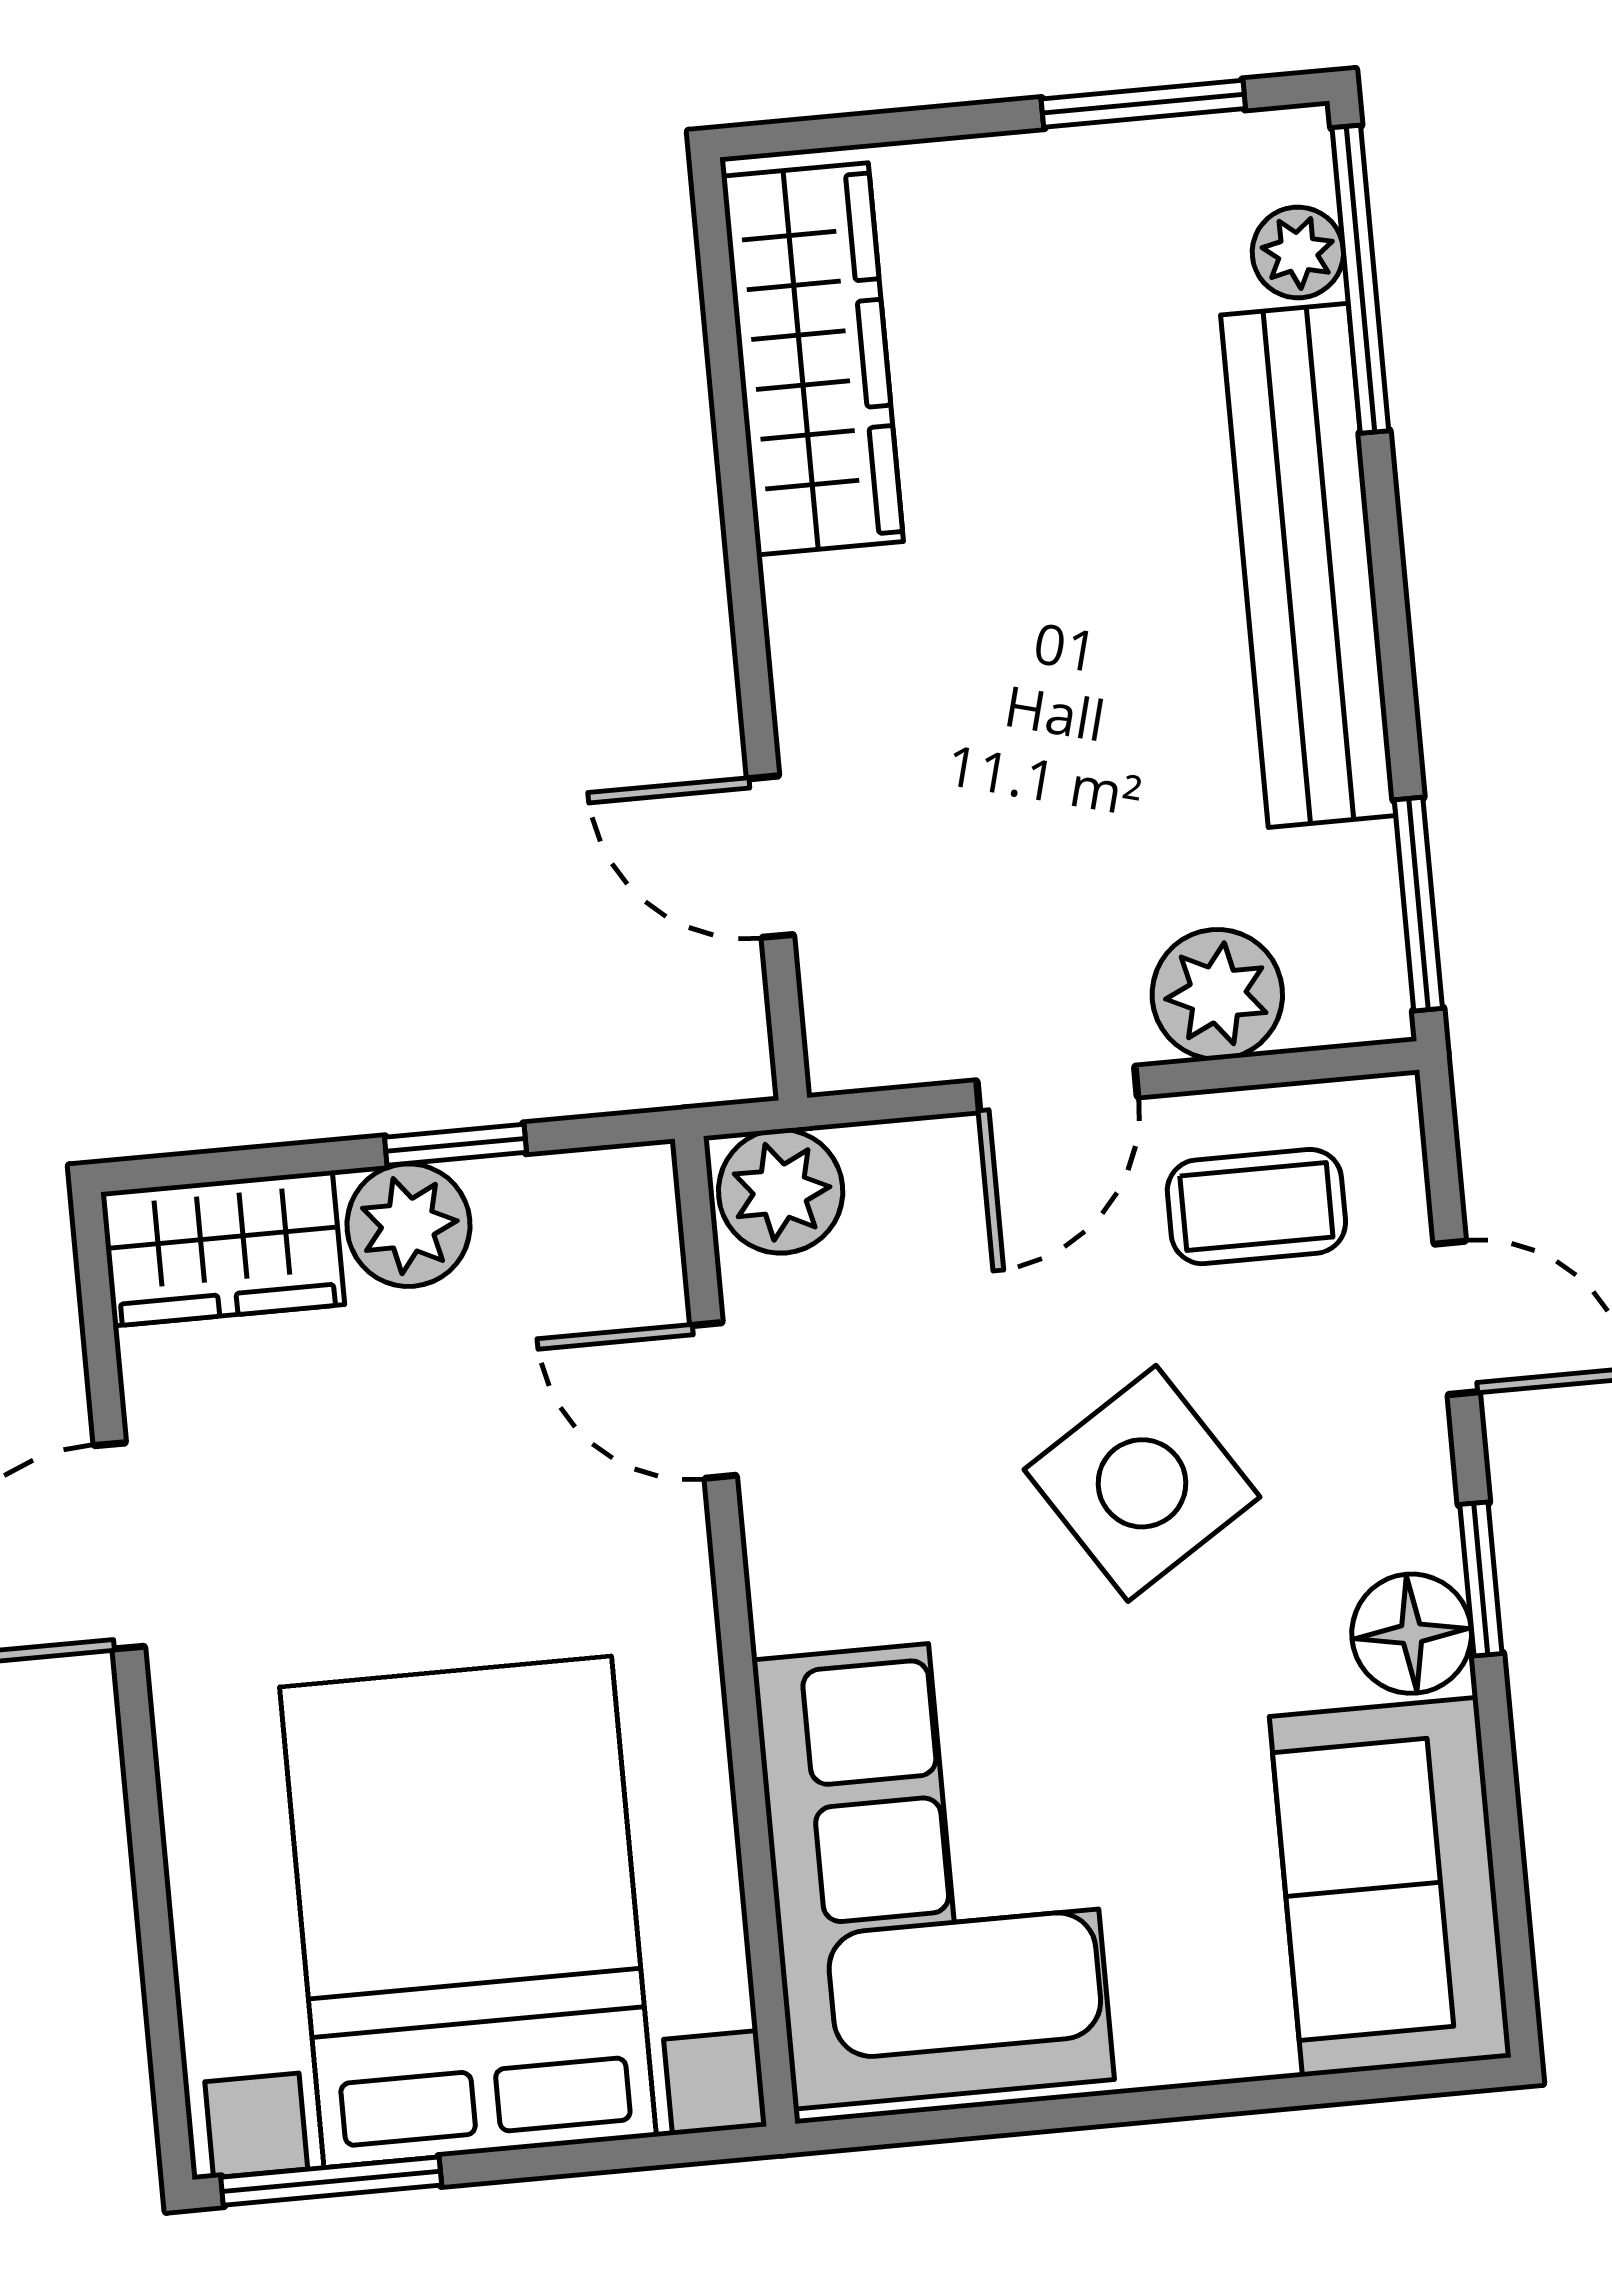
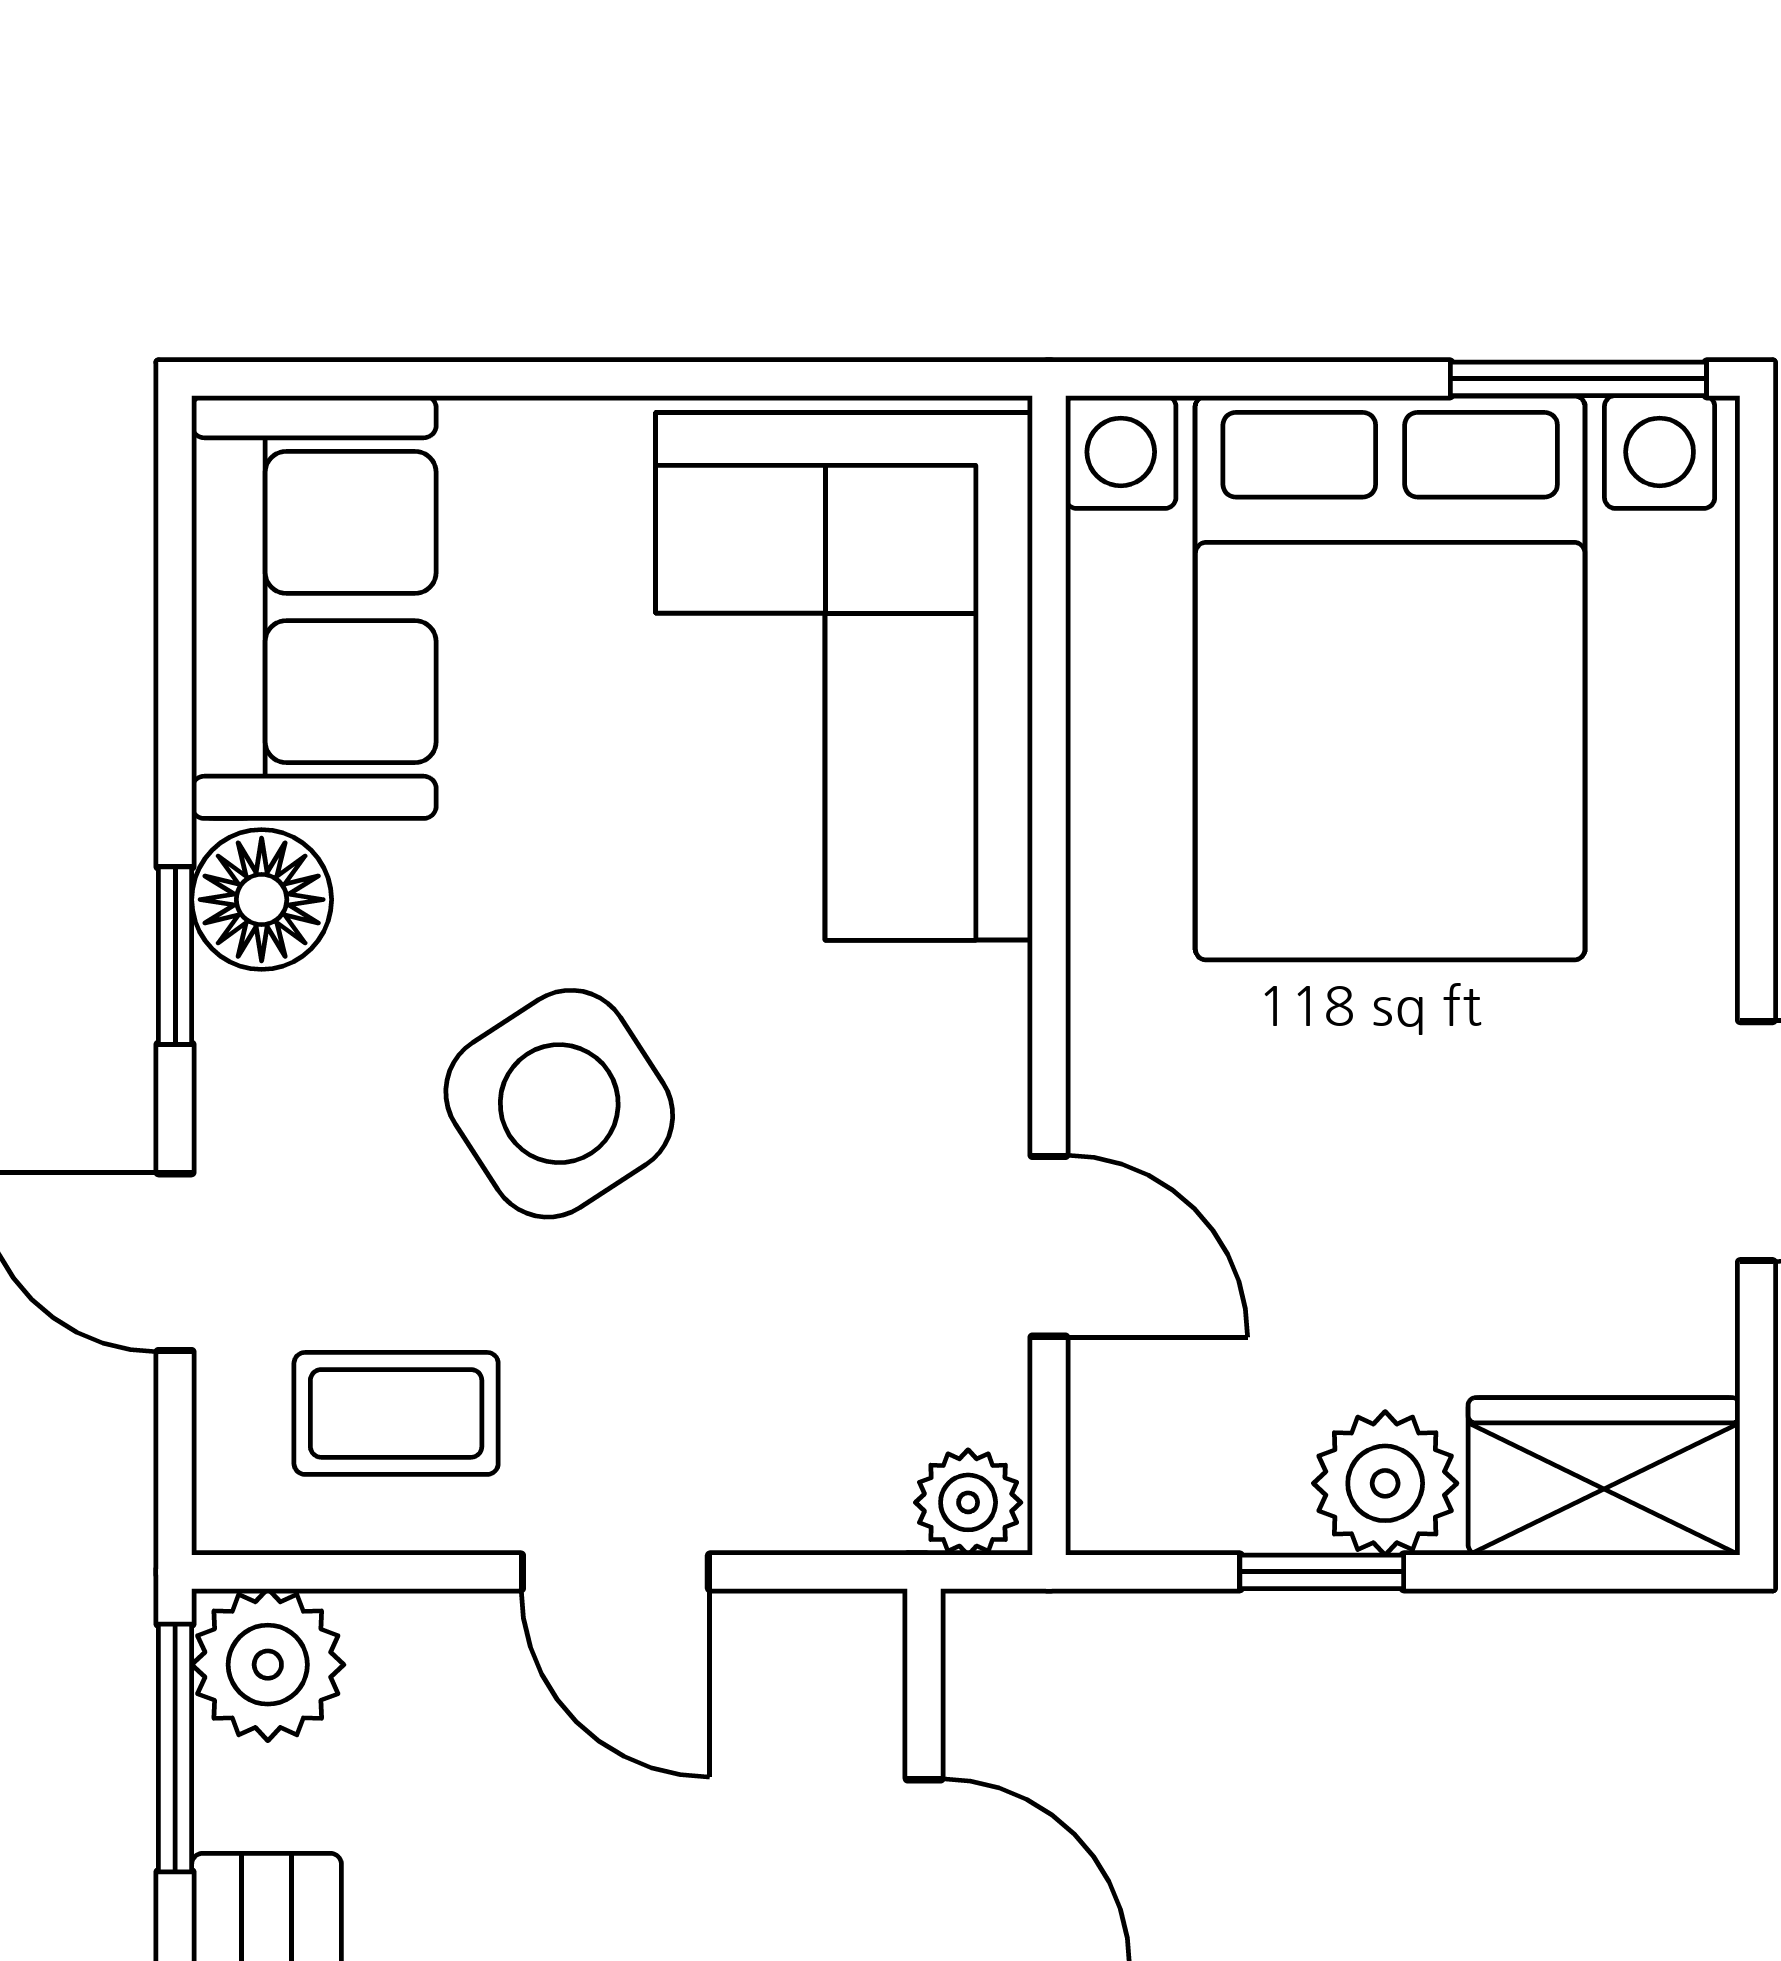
plant: (1217, 994) -> (268, 1665), moved
door: (1057, 1089) -> (615, 1572), swing flipped
plant: (781, 1191) -> (968, 1502), width x0.73, depth x0.73

